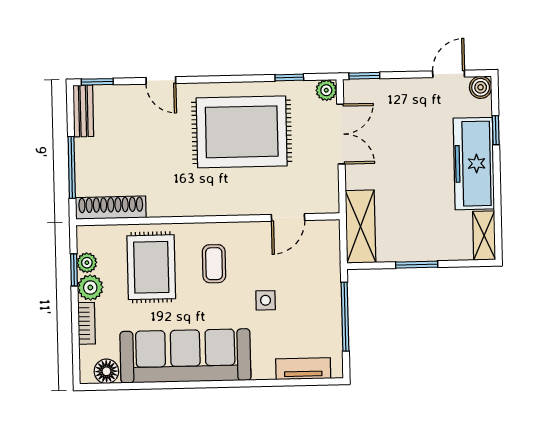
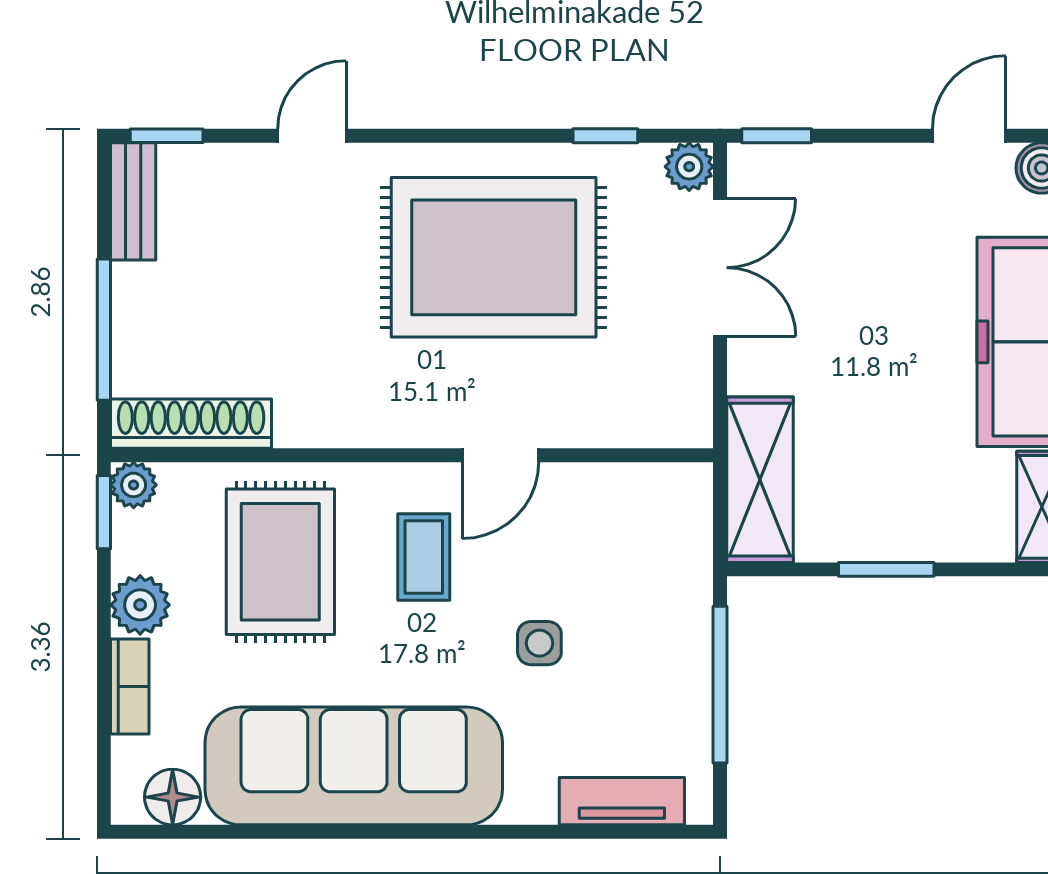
door: (161, 80) -> (312, 136), swing flipped
door: (288, 217) -> (500, 455), moved
plant: (87, 263) -> (134, 485), moved
window: (74, 270) -> (104, 512), moved

